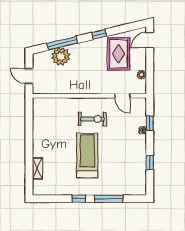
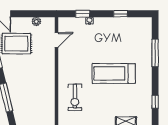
plant: (61, 56) -> (19, 99), removed
exercise bike: (92, 119) -> (75, 97), moved, turned 180
window: (79, 199) -> (155, 102), moved

